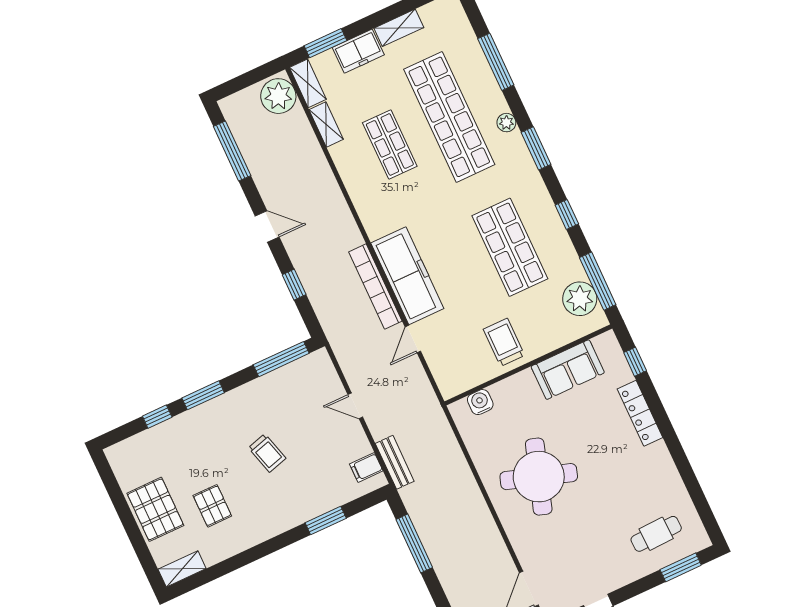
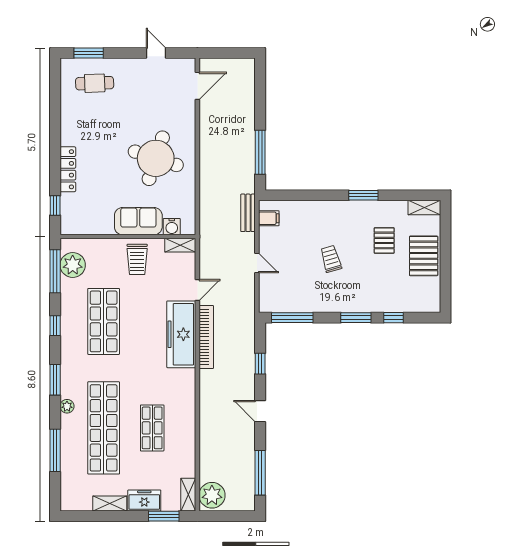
shelving: (326, 124) -> (180, 245), moved, turned 90
sofa: (568, 370) -> (138, 221), moved
window: (326, 521) -> (363, 195), moved

